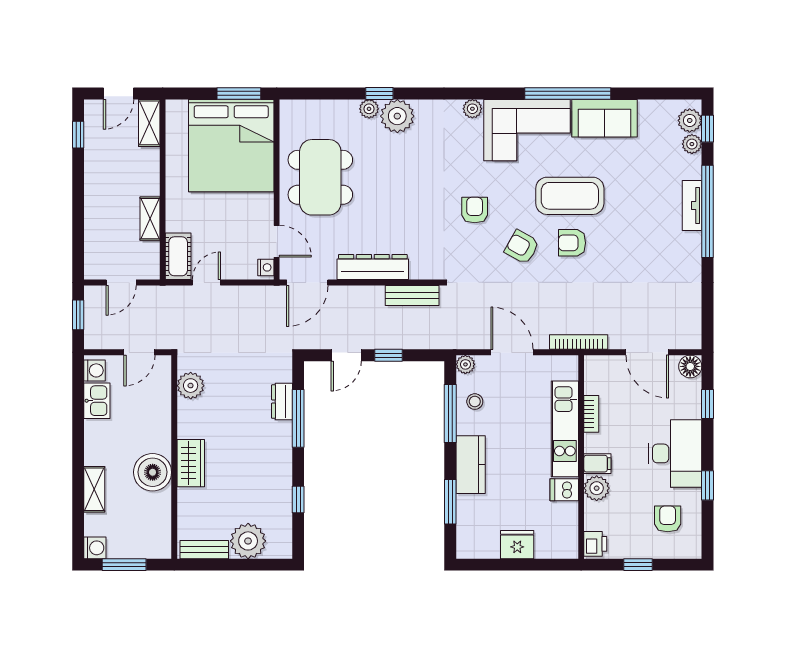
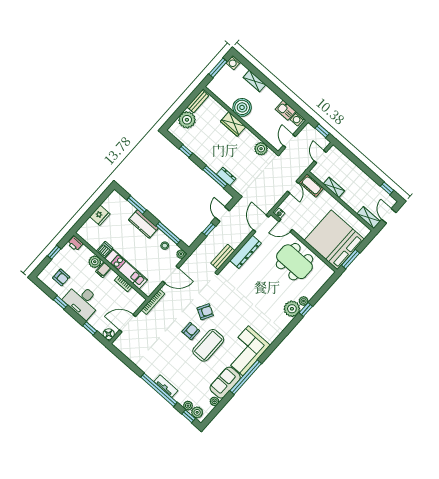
plant: (472, 109) -> (214, 401), moved
armchair: (475, 210) -> (234, 307), removed

